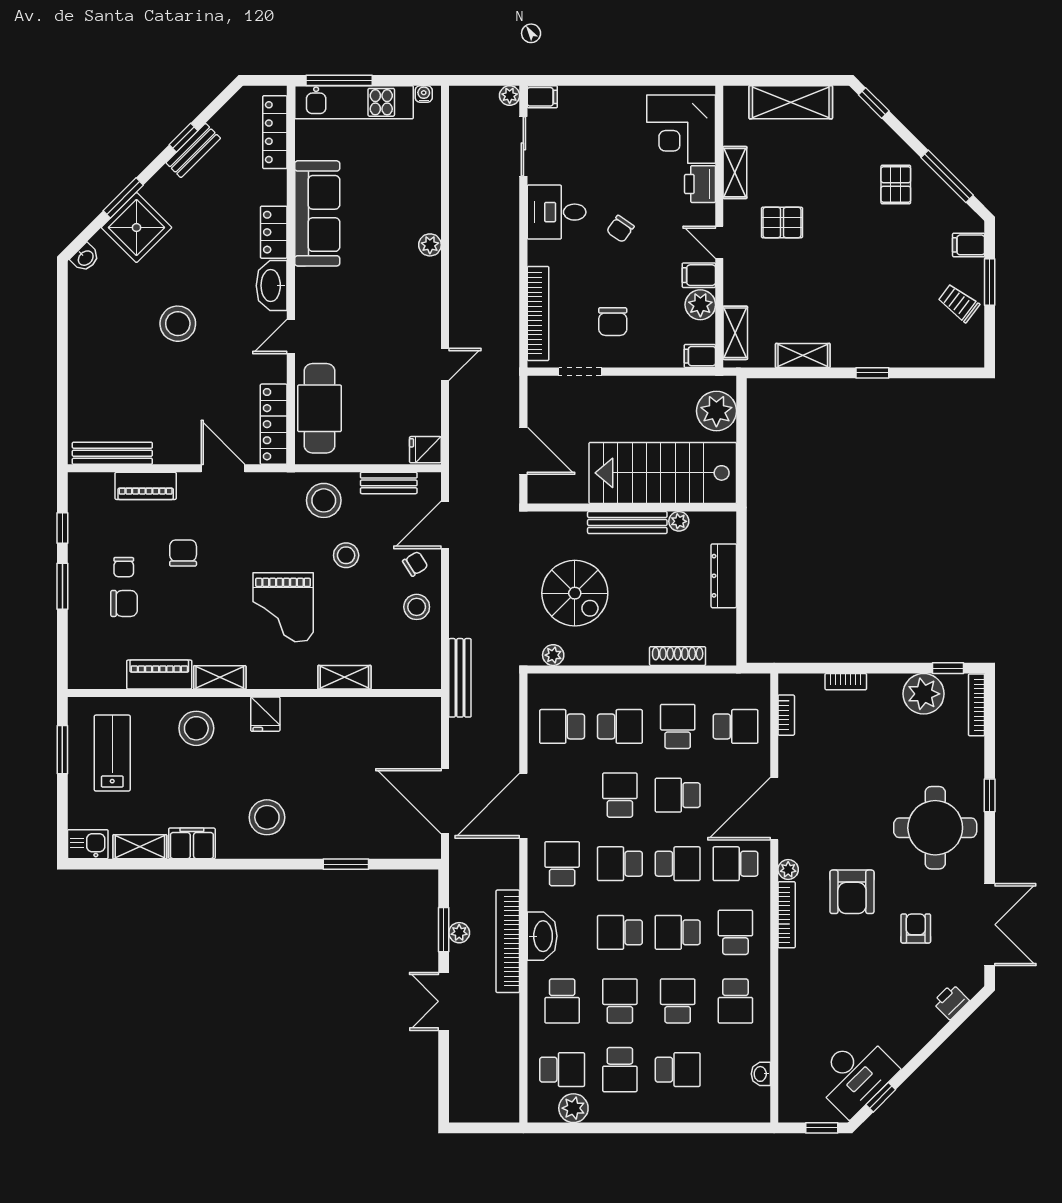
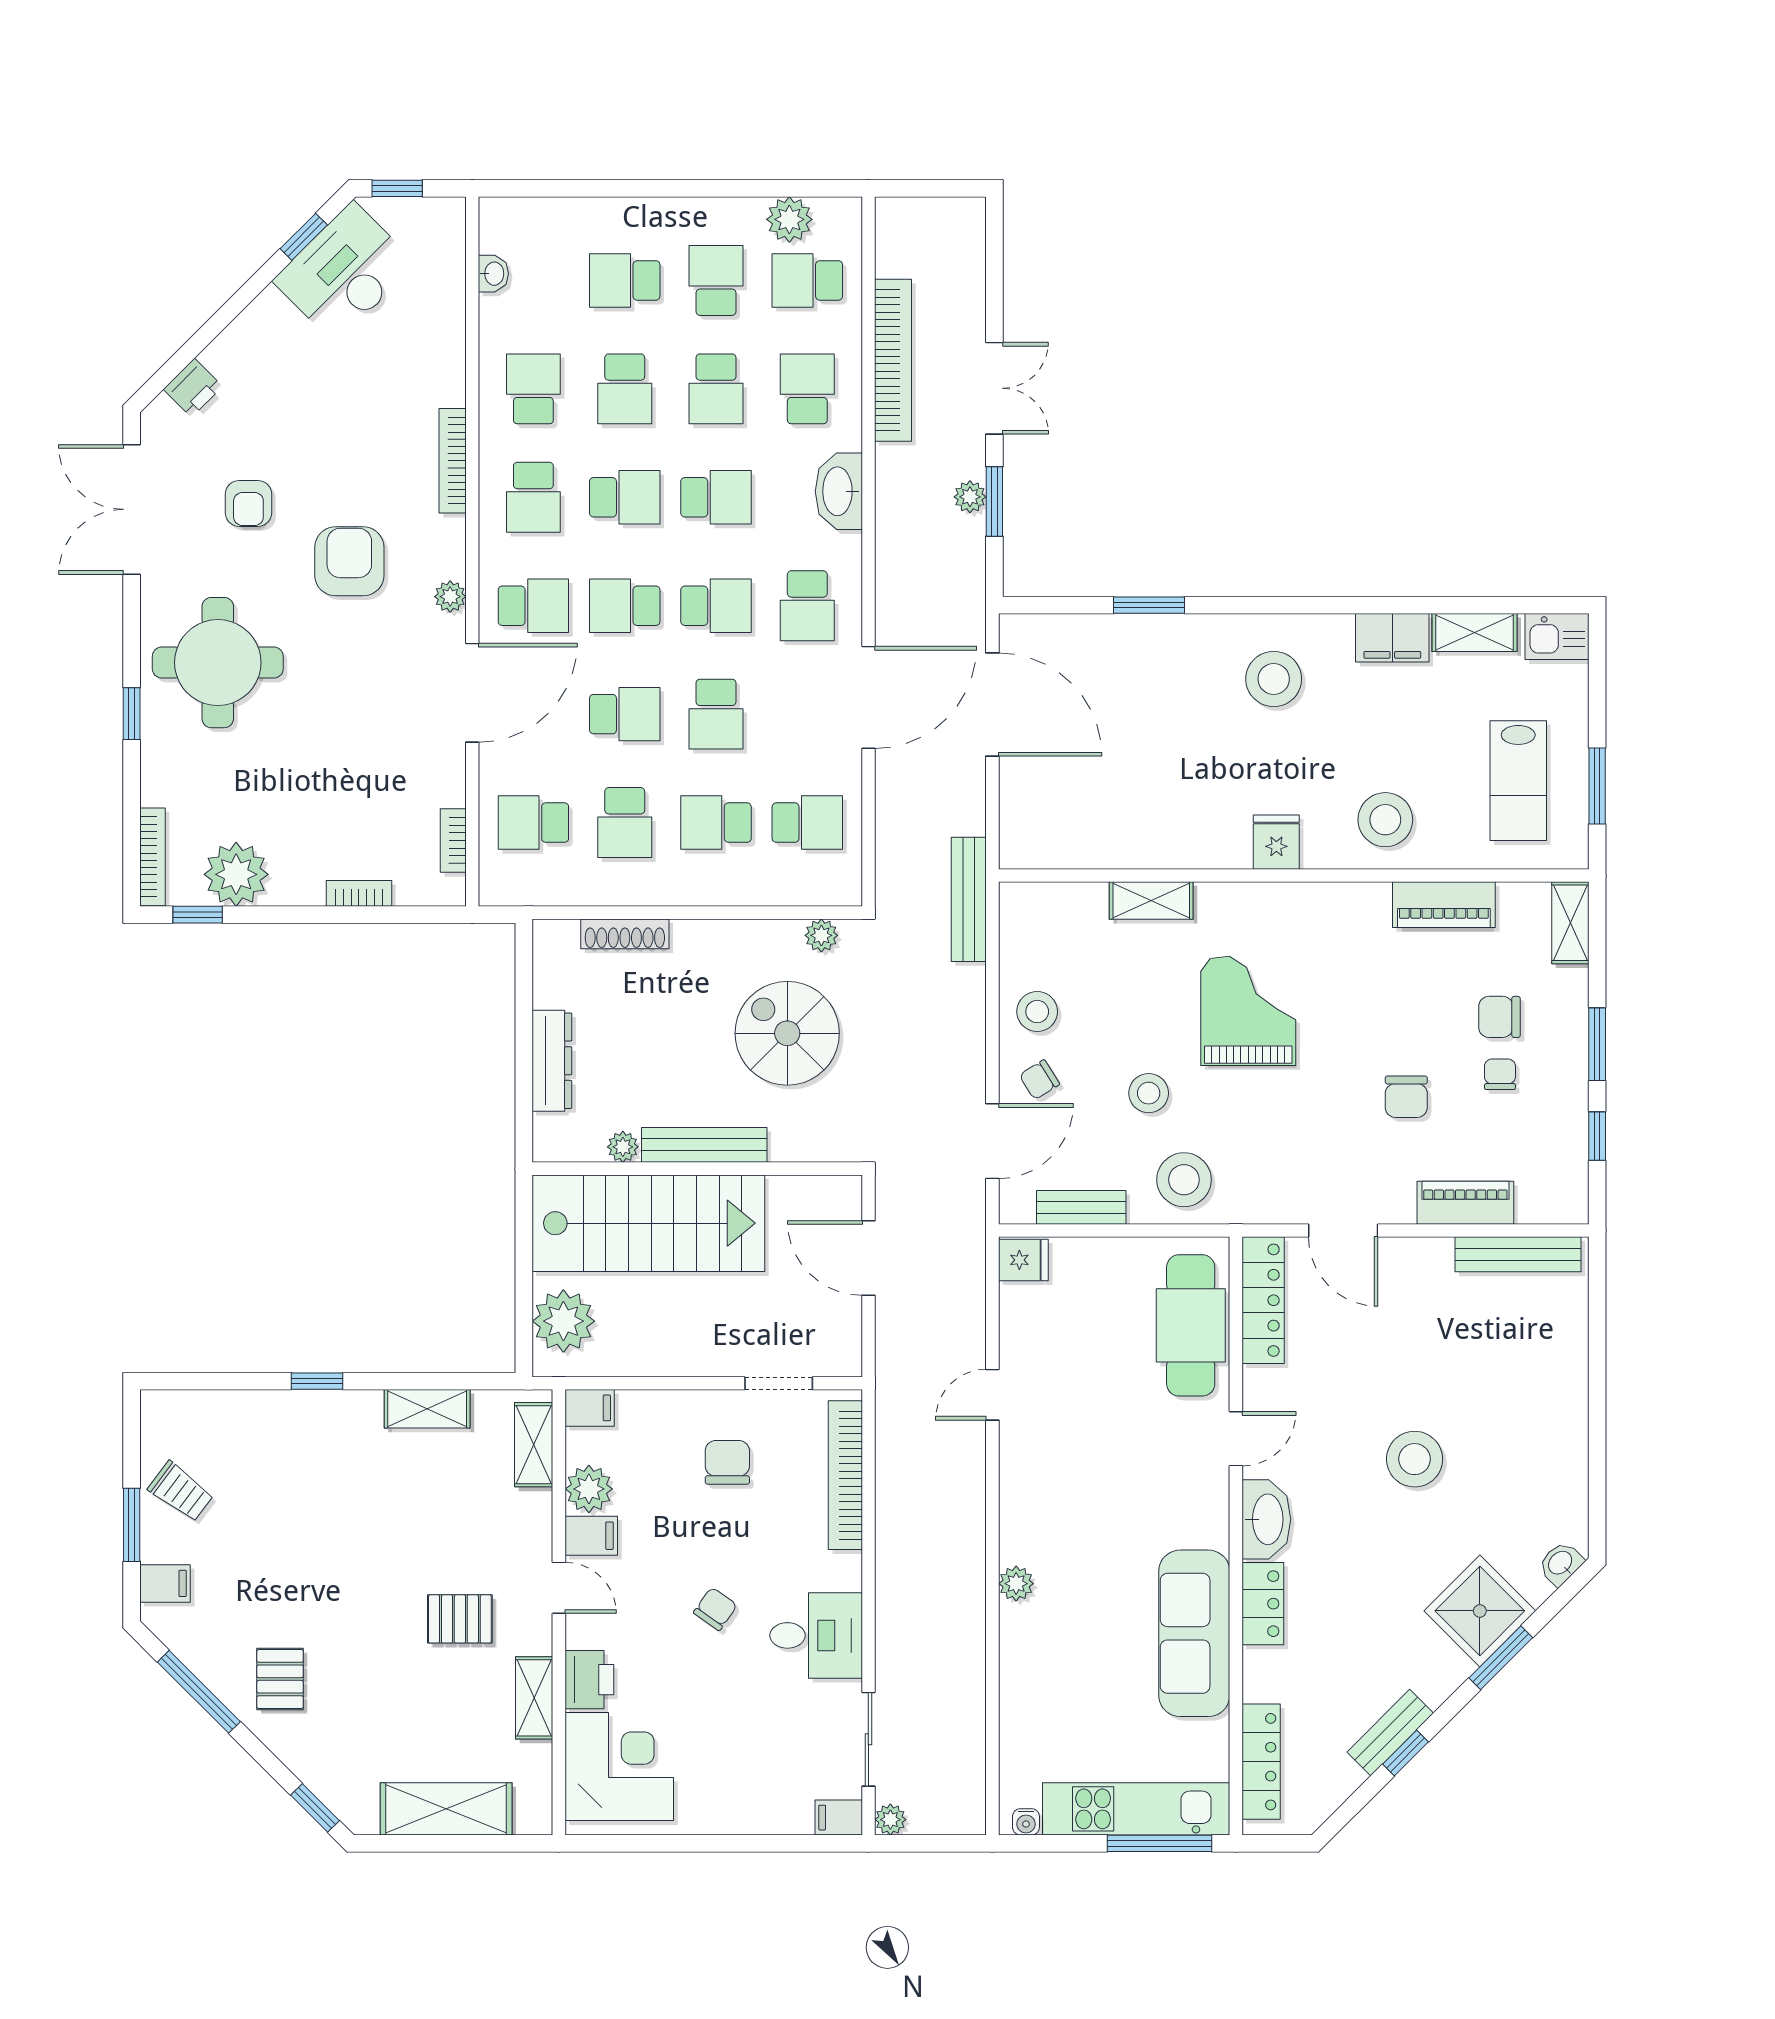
shelving: (220, 677) -> (1570, 923), moved, turned 90
bookcase: (787, 915) -> (453, 461), moved
bookcase: (508, 941) -> (893, 360), moved

